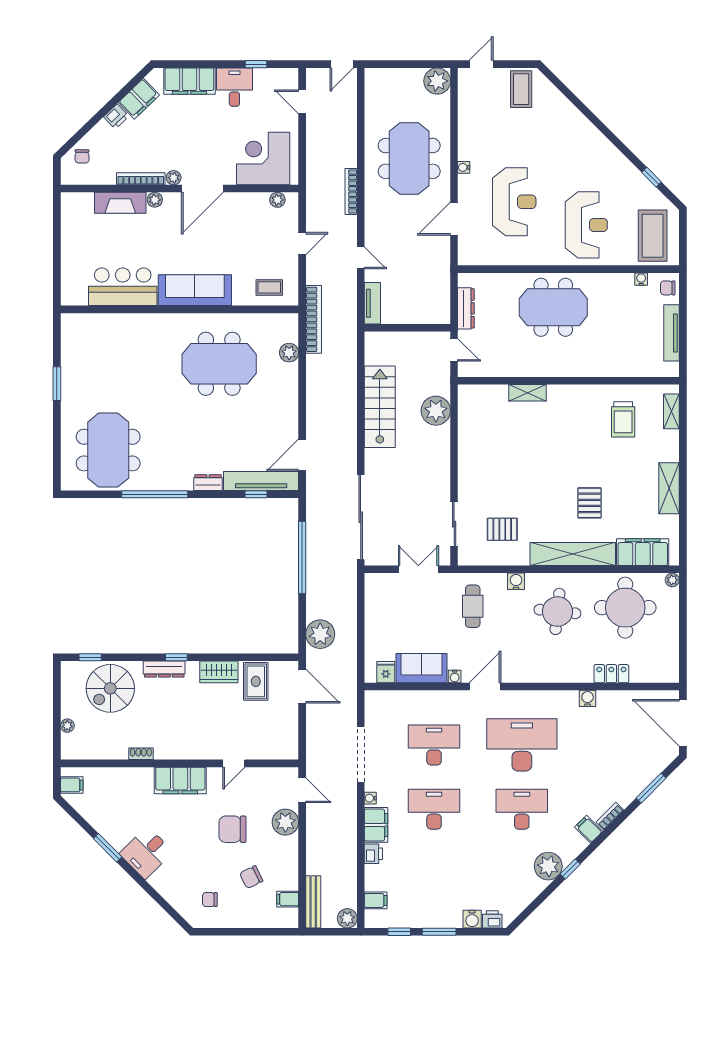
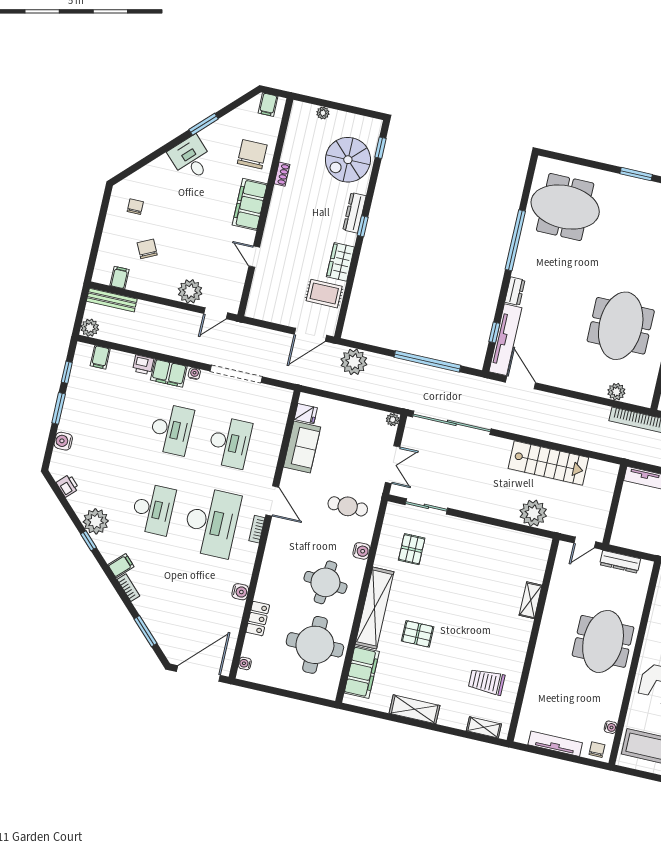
plant: (672, 580) -> (393, 420), moved
water cooler: (455, 677) -> (245, 663), moved
spiral stairs: (110, 688) -> (348, 160), turned -90
bookcase: (518, 696) -> (257, 529), added
chair: (232, 829) -> (252, 154), moved
printer: (492, 919) -> (68, 486), moved, turned -45

